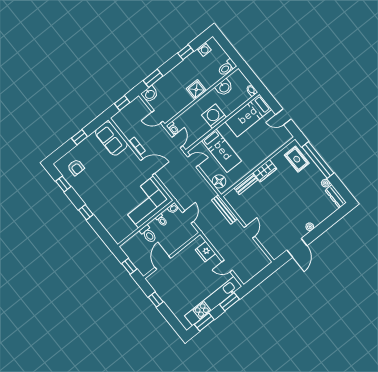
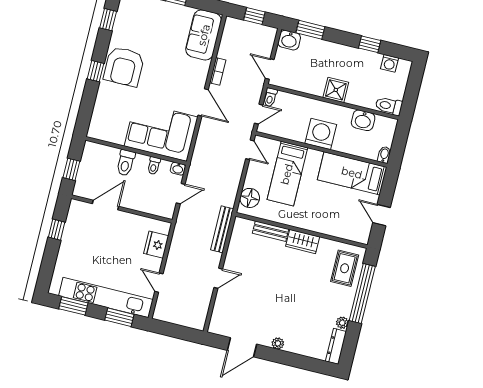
armchair: (76, 167) -> (124, 67), moved, width x1.88, depth x1.88

